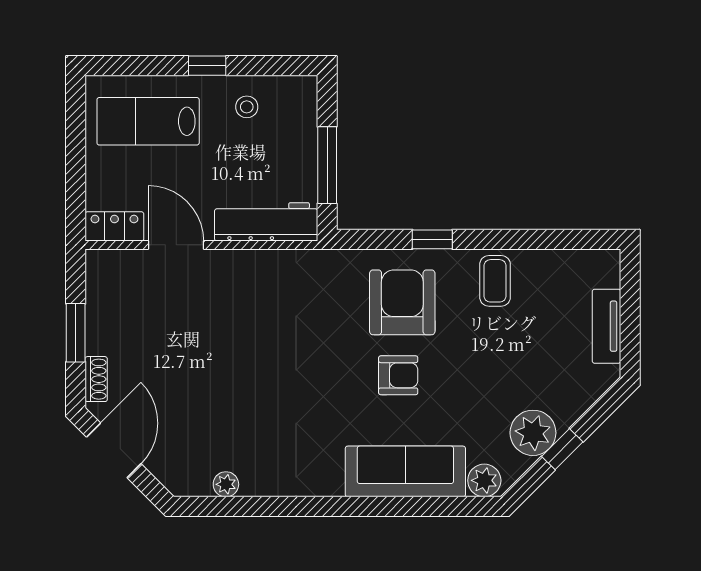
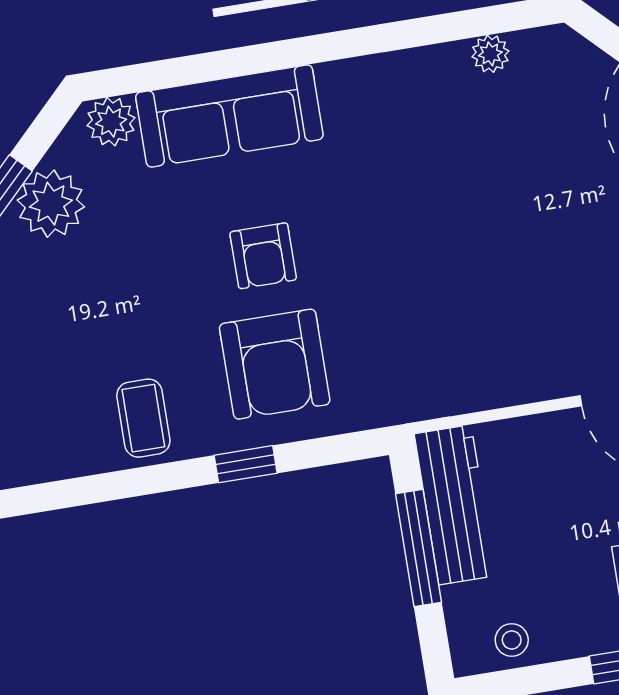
stool: (247, 107) -> (512, 640), moved
workbench: (266, 222) -> (455, 505), moved, turned -90
armchair: (398, 375) -> (263, 256), turned -90

